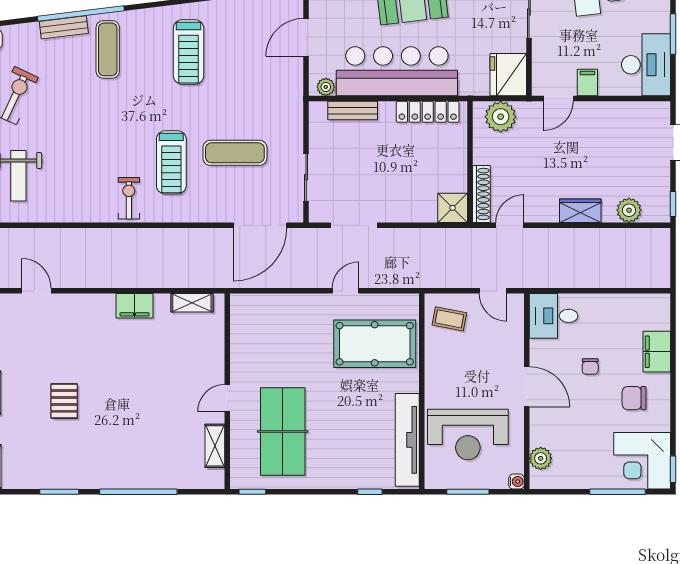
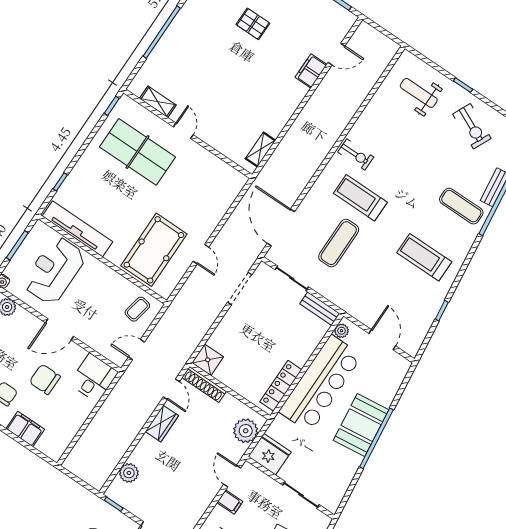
bench: (353, 111) -> (320, 309), moved, turned 90
wardrobe: (580, 211) -> (162, 424), moved
filing cabinet: (135, 306) -> (311, 71), moved
chair: (590, 366) -> (45, 379), width x1.87, depth x1.87

